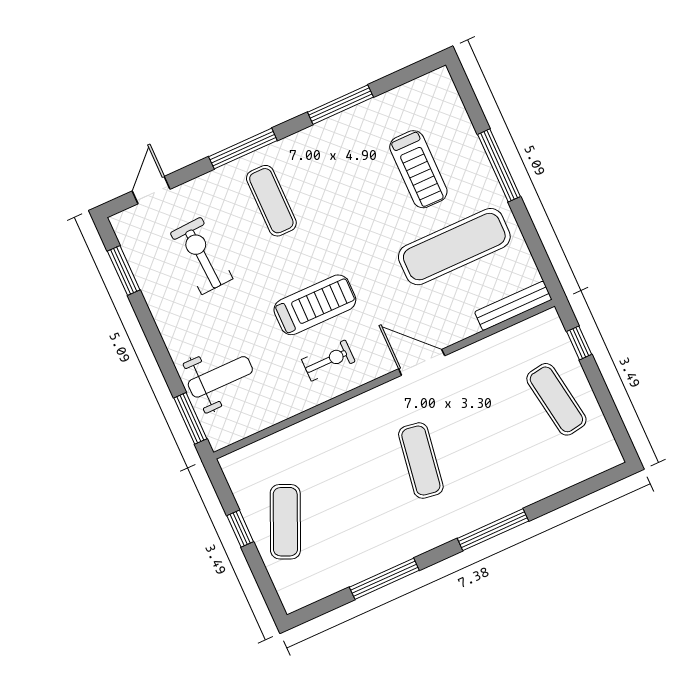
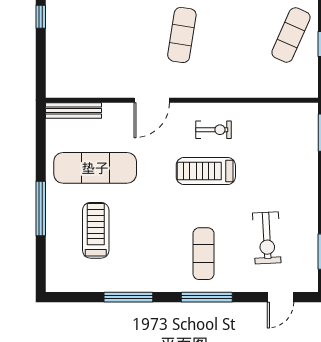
window: (579, 343) -> (41, 17), moved
exercise bike: (328, 361) -> (214, 130), turned 180
door: (422, 362) -> (152, 100), hinge flipped
weight bench: (220, 377) -> (291, 151), removed
exercise mat: (556, 399) -> (73, 35), removed

